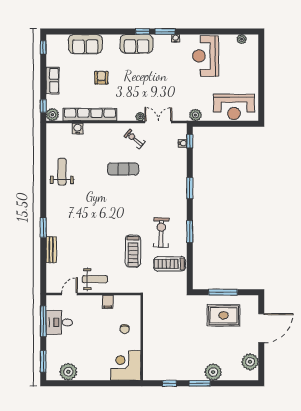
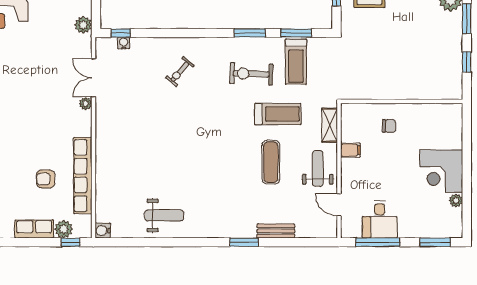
armchair: (101, 78) -> (46, 179), moved
plant: (52, 115) -> (64, 229), moved
water cooler: (78, 129) -> (103, 231), moved
exercise bike: (134, 139) -> (180, 72), moved
exercise mat: (123, 169) -> (271, 162), moved
weight bench: (62, 172) -> (164, 215), turned 180
window: (190, 188) -> (296, 33), moved
shelving: (125, 287) -> (330, 125), added
corner desk: (126, 366) -> (441, 171), moved
plant: (68, 372) -> (456, 201), width x0.53, depth x0.53

